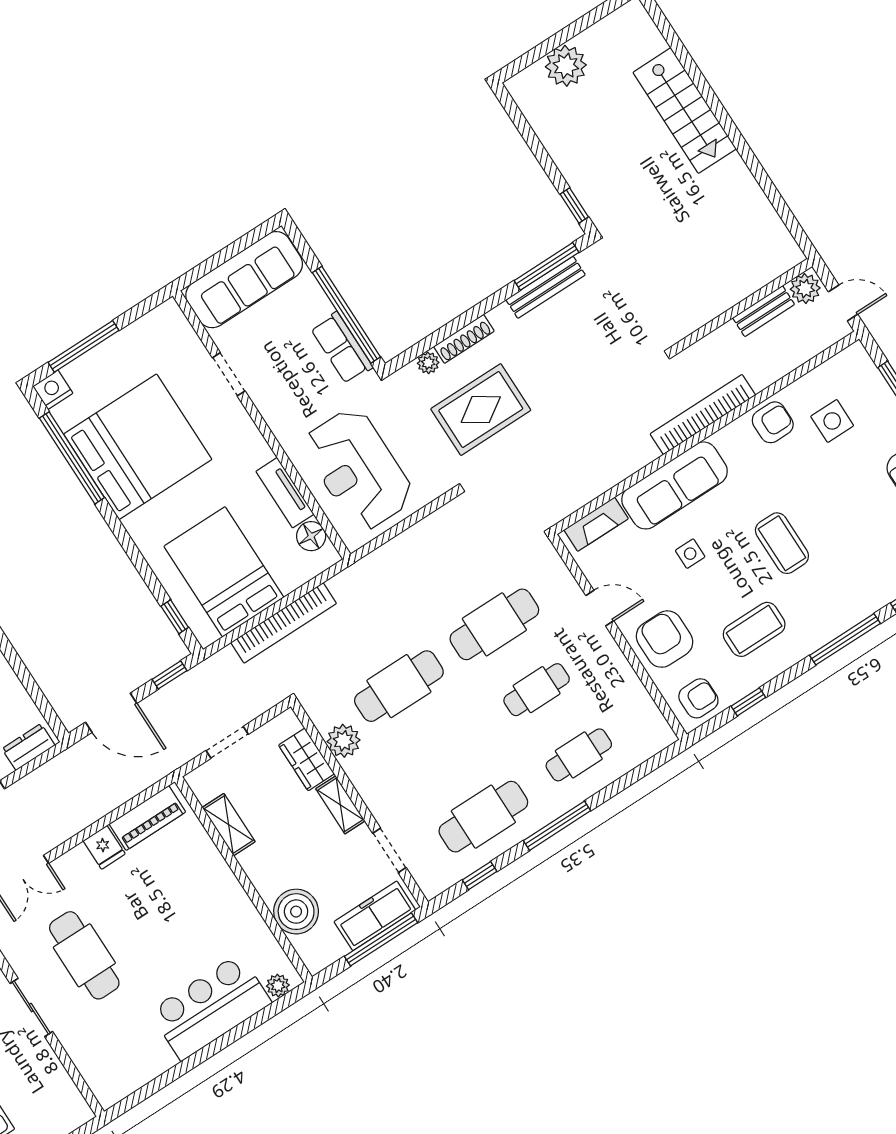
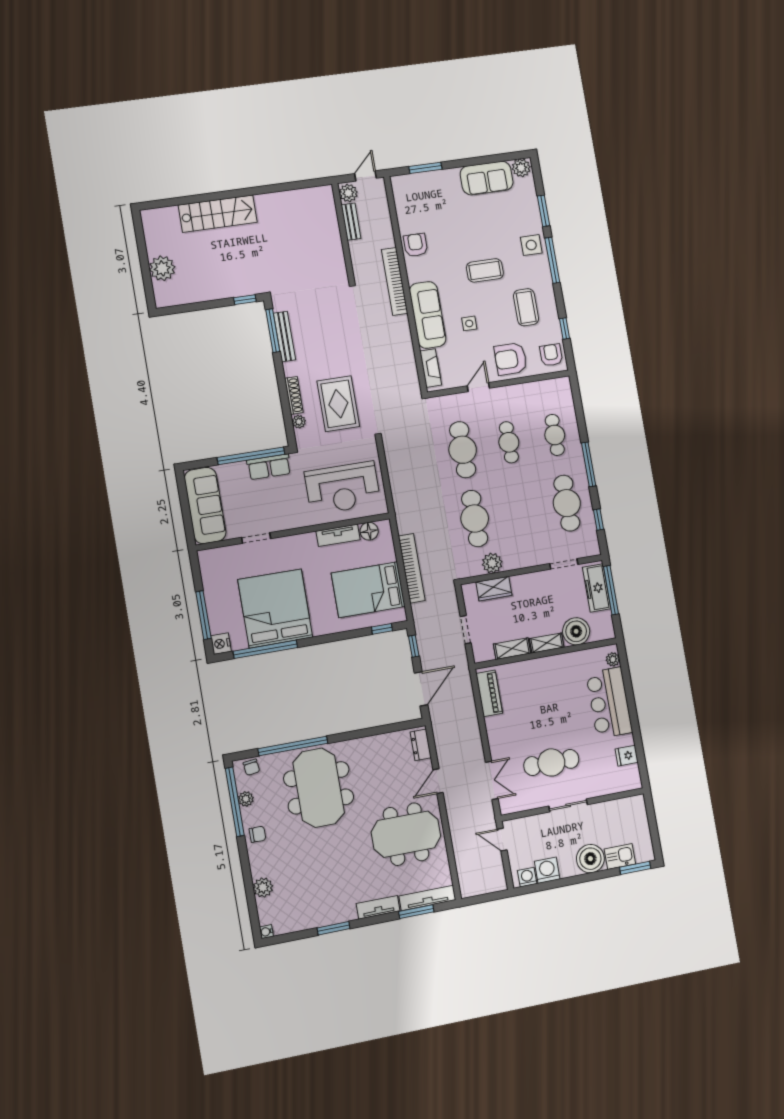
side table: (832, 421) -> (531, 245), moved
shelving: (340, 805) -> (547, 643), moved
fridge: (104, 847) -> (627, 756), moved, turned 180

